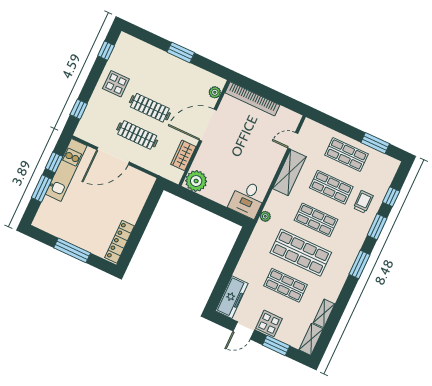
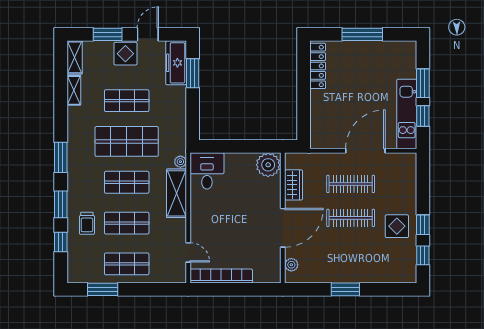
bookcase: (252, 99) -> (221, 276), moved
window: (79, 109) -> (423, 225), moved
door: (293, 141) -> (188, 252), hinge flipped
shelving: (289, 173) -> (177, 193), moved
window: (222, 283) -> (193, 73), added

